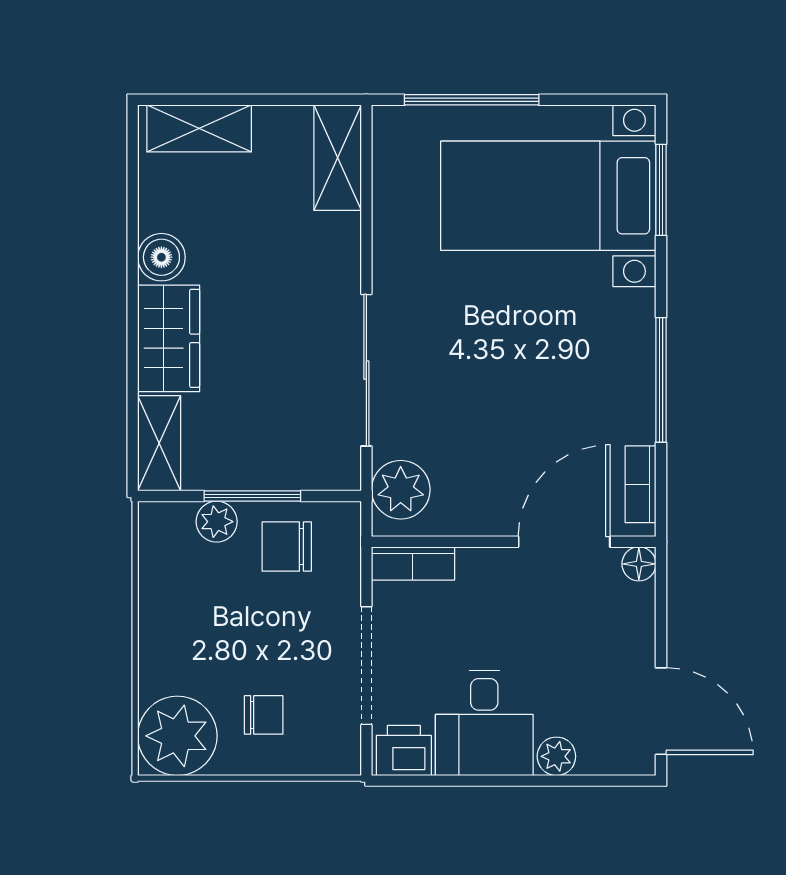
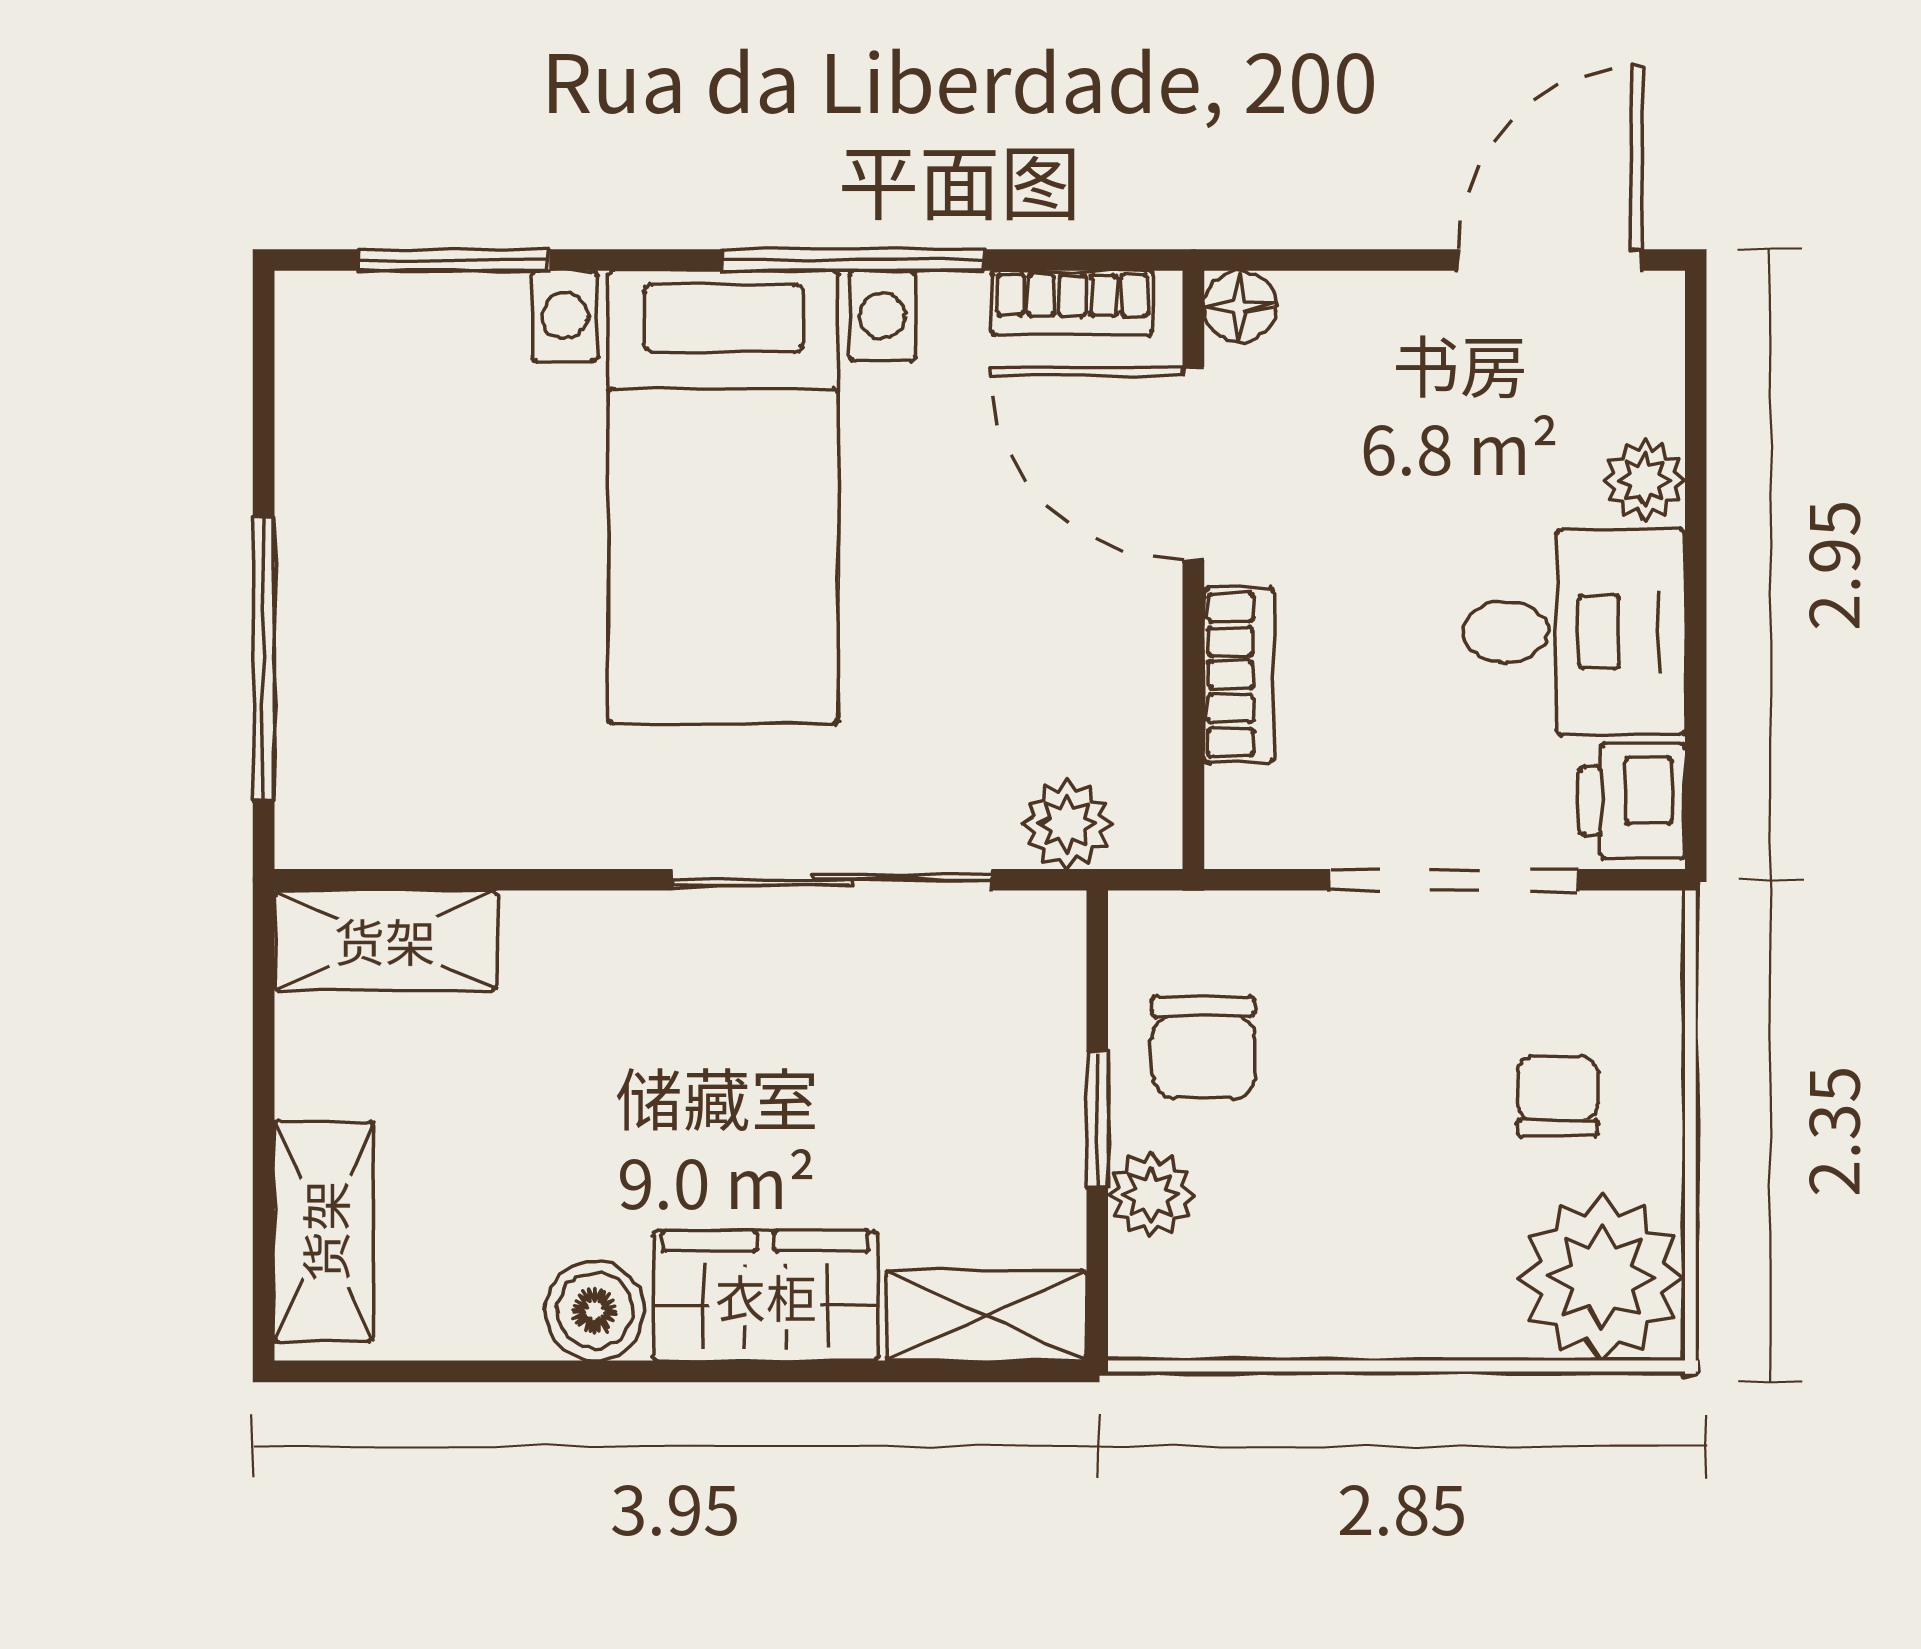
bed with nightstands: (548, 196) -> (723, 497), moved
plant: (401, 490) -> (1067, 824), width x0.73, depth x0.73
window: (252, 496) -> (1097, 1120), width x0.67
bookcase: (413, 563) -> (1239, 675), moved

